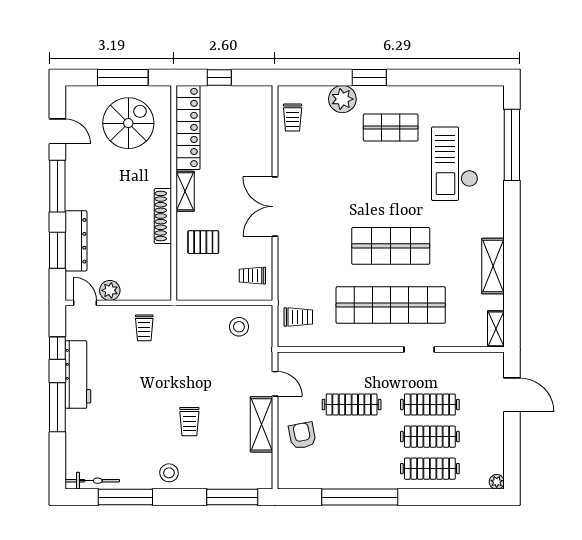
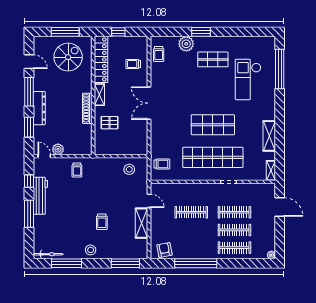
dresser: (76, 241) -> (39, 108), moved
trolley: (252, 276) -> (133, 64), moved
armchair: (302, 435) -> (164, 250), moved

